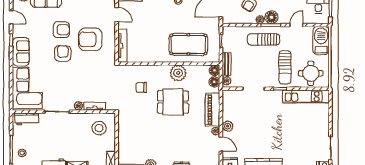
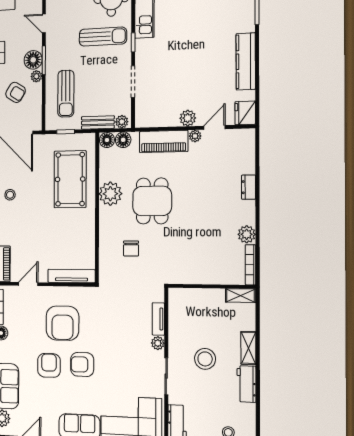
sun lounger: (264, 39) -> (66, 94), moved
stool: (99, 128) -> (205, 359), moved

